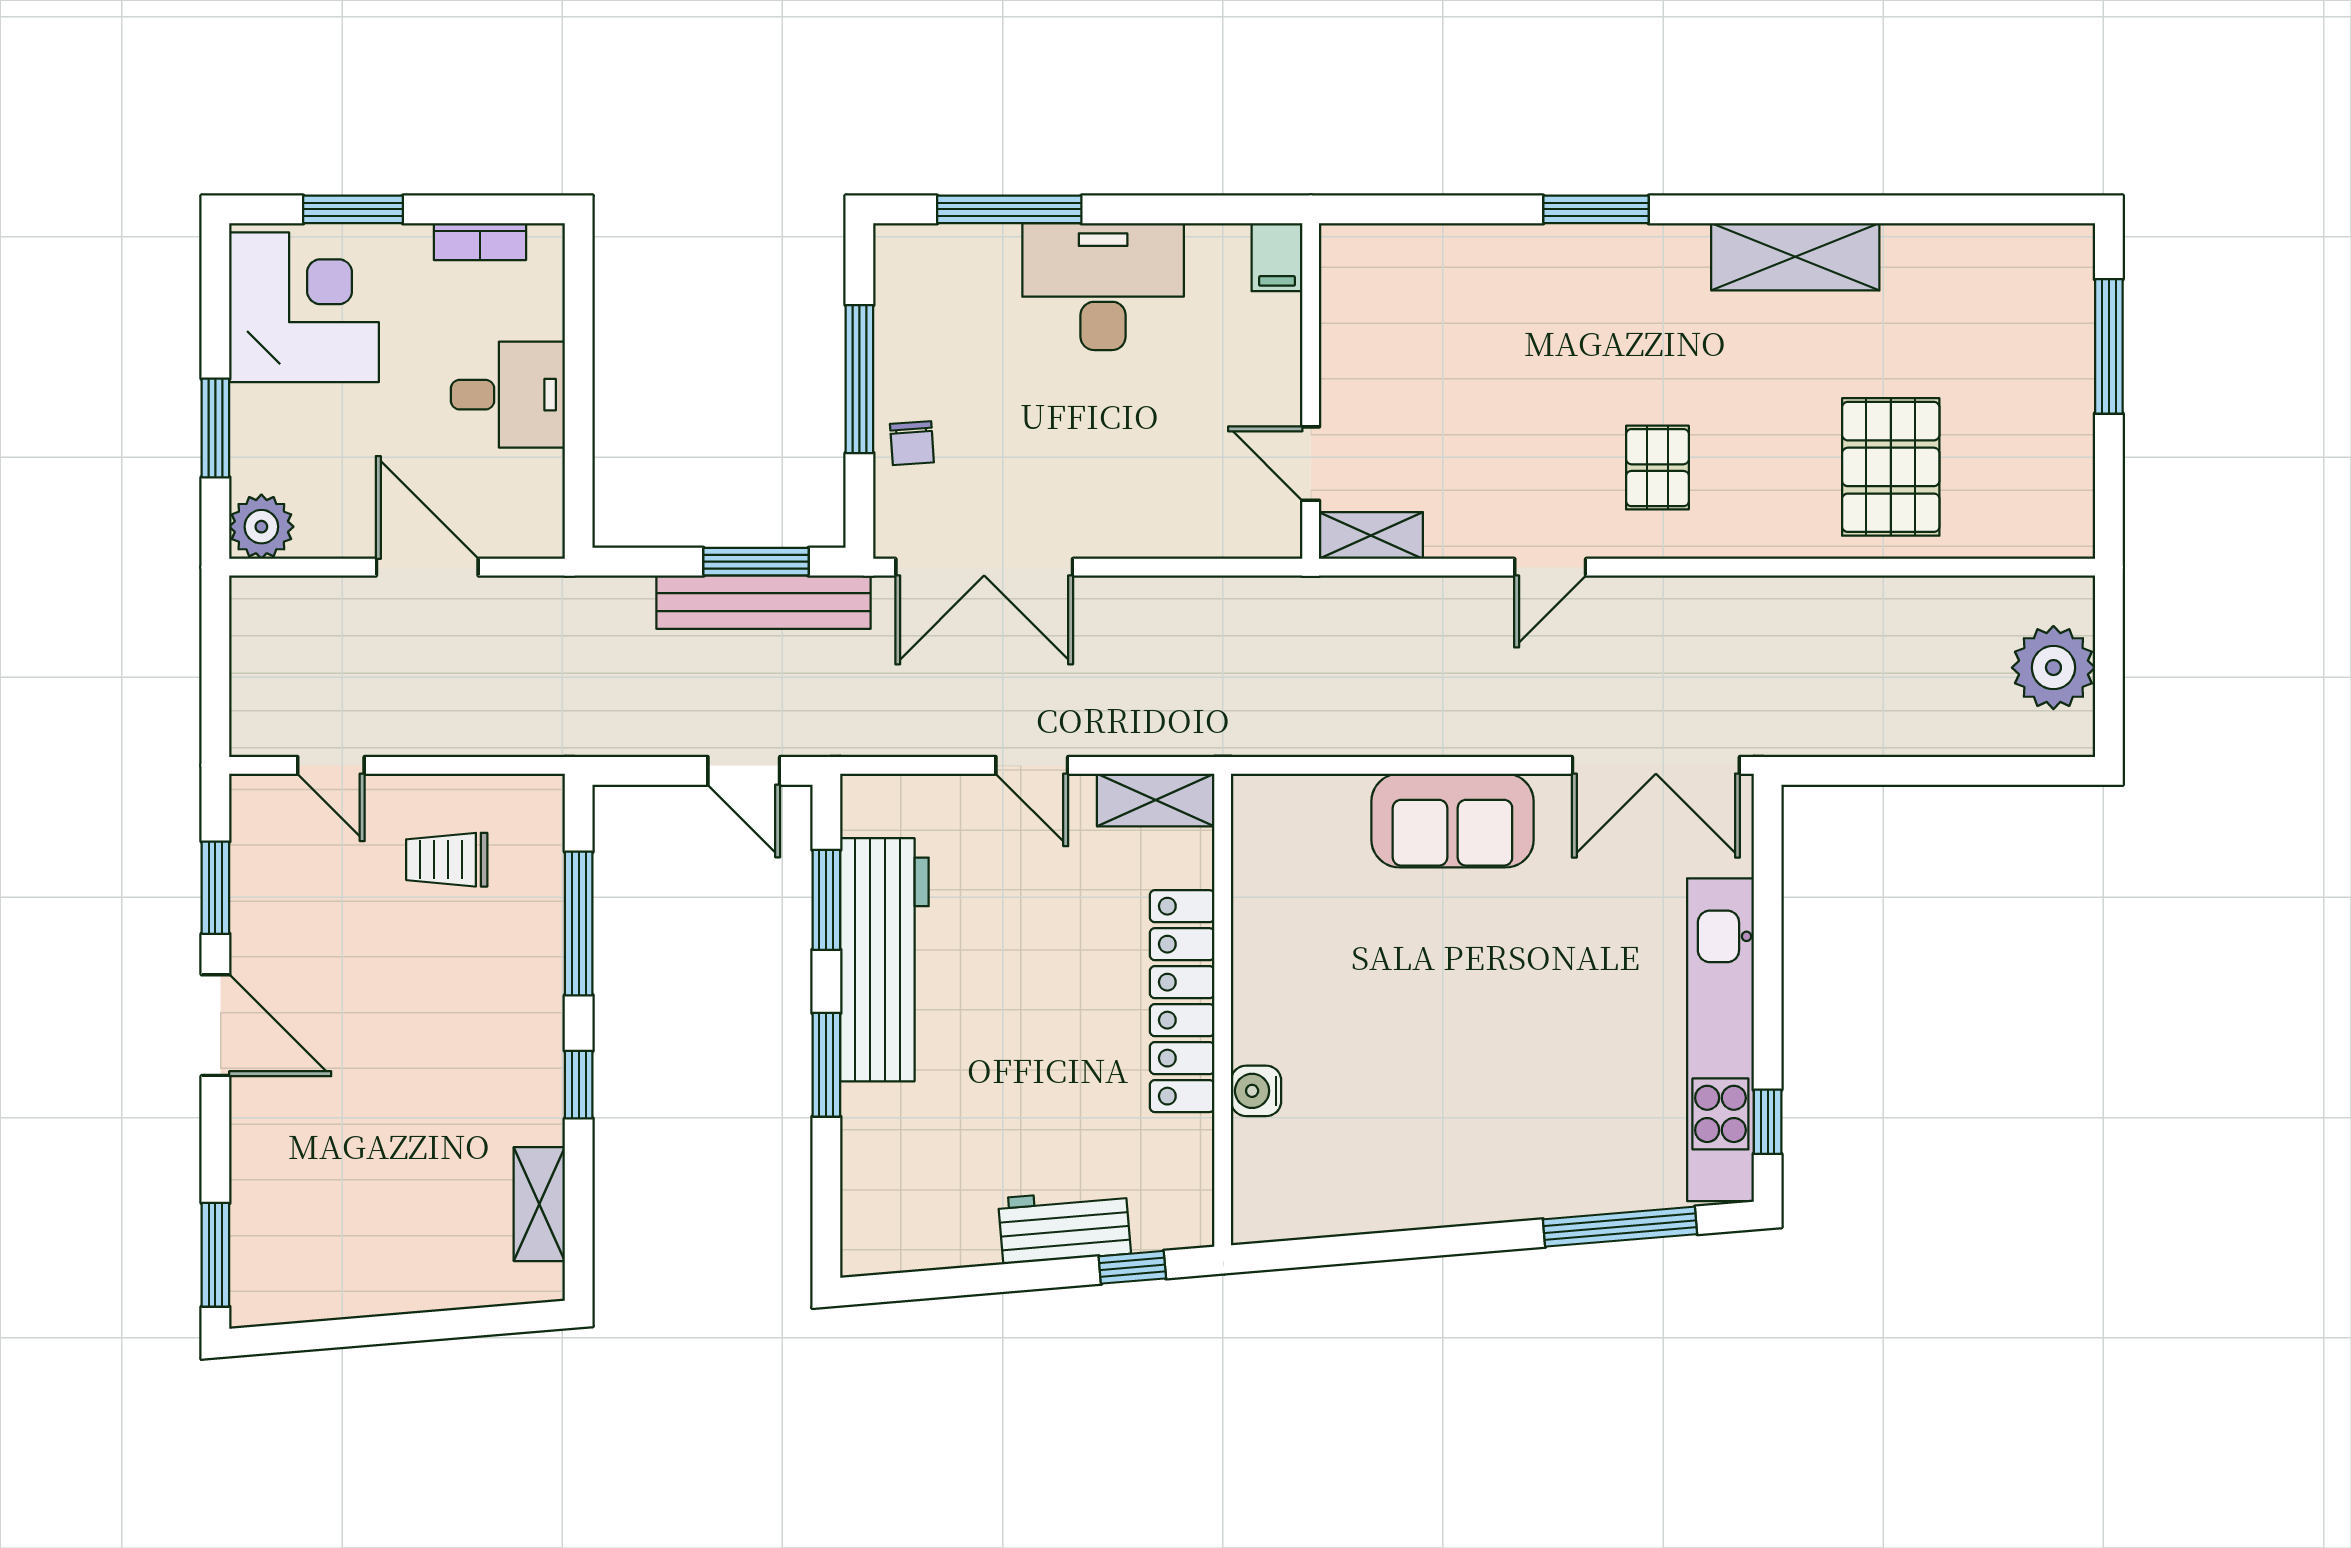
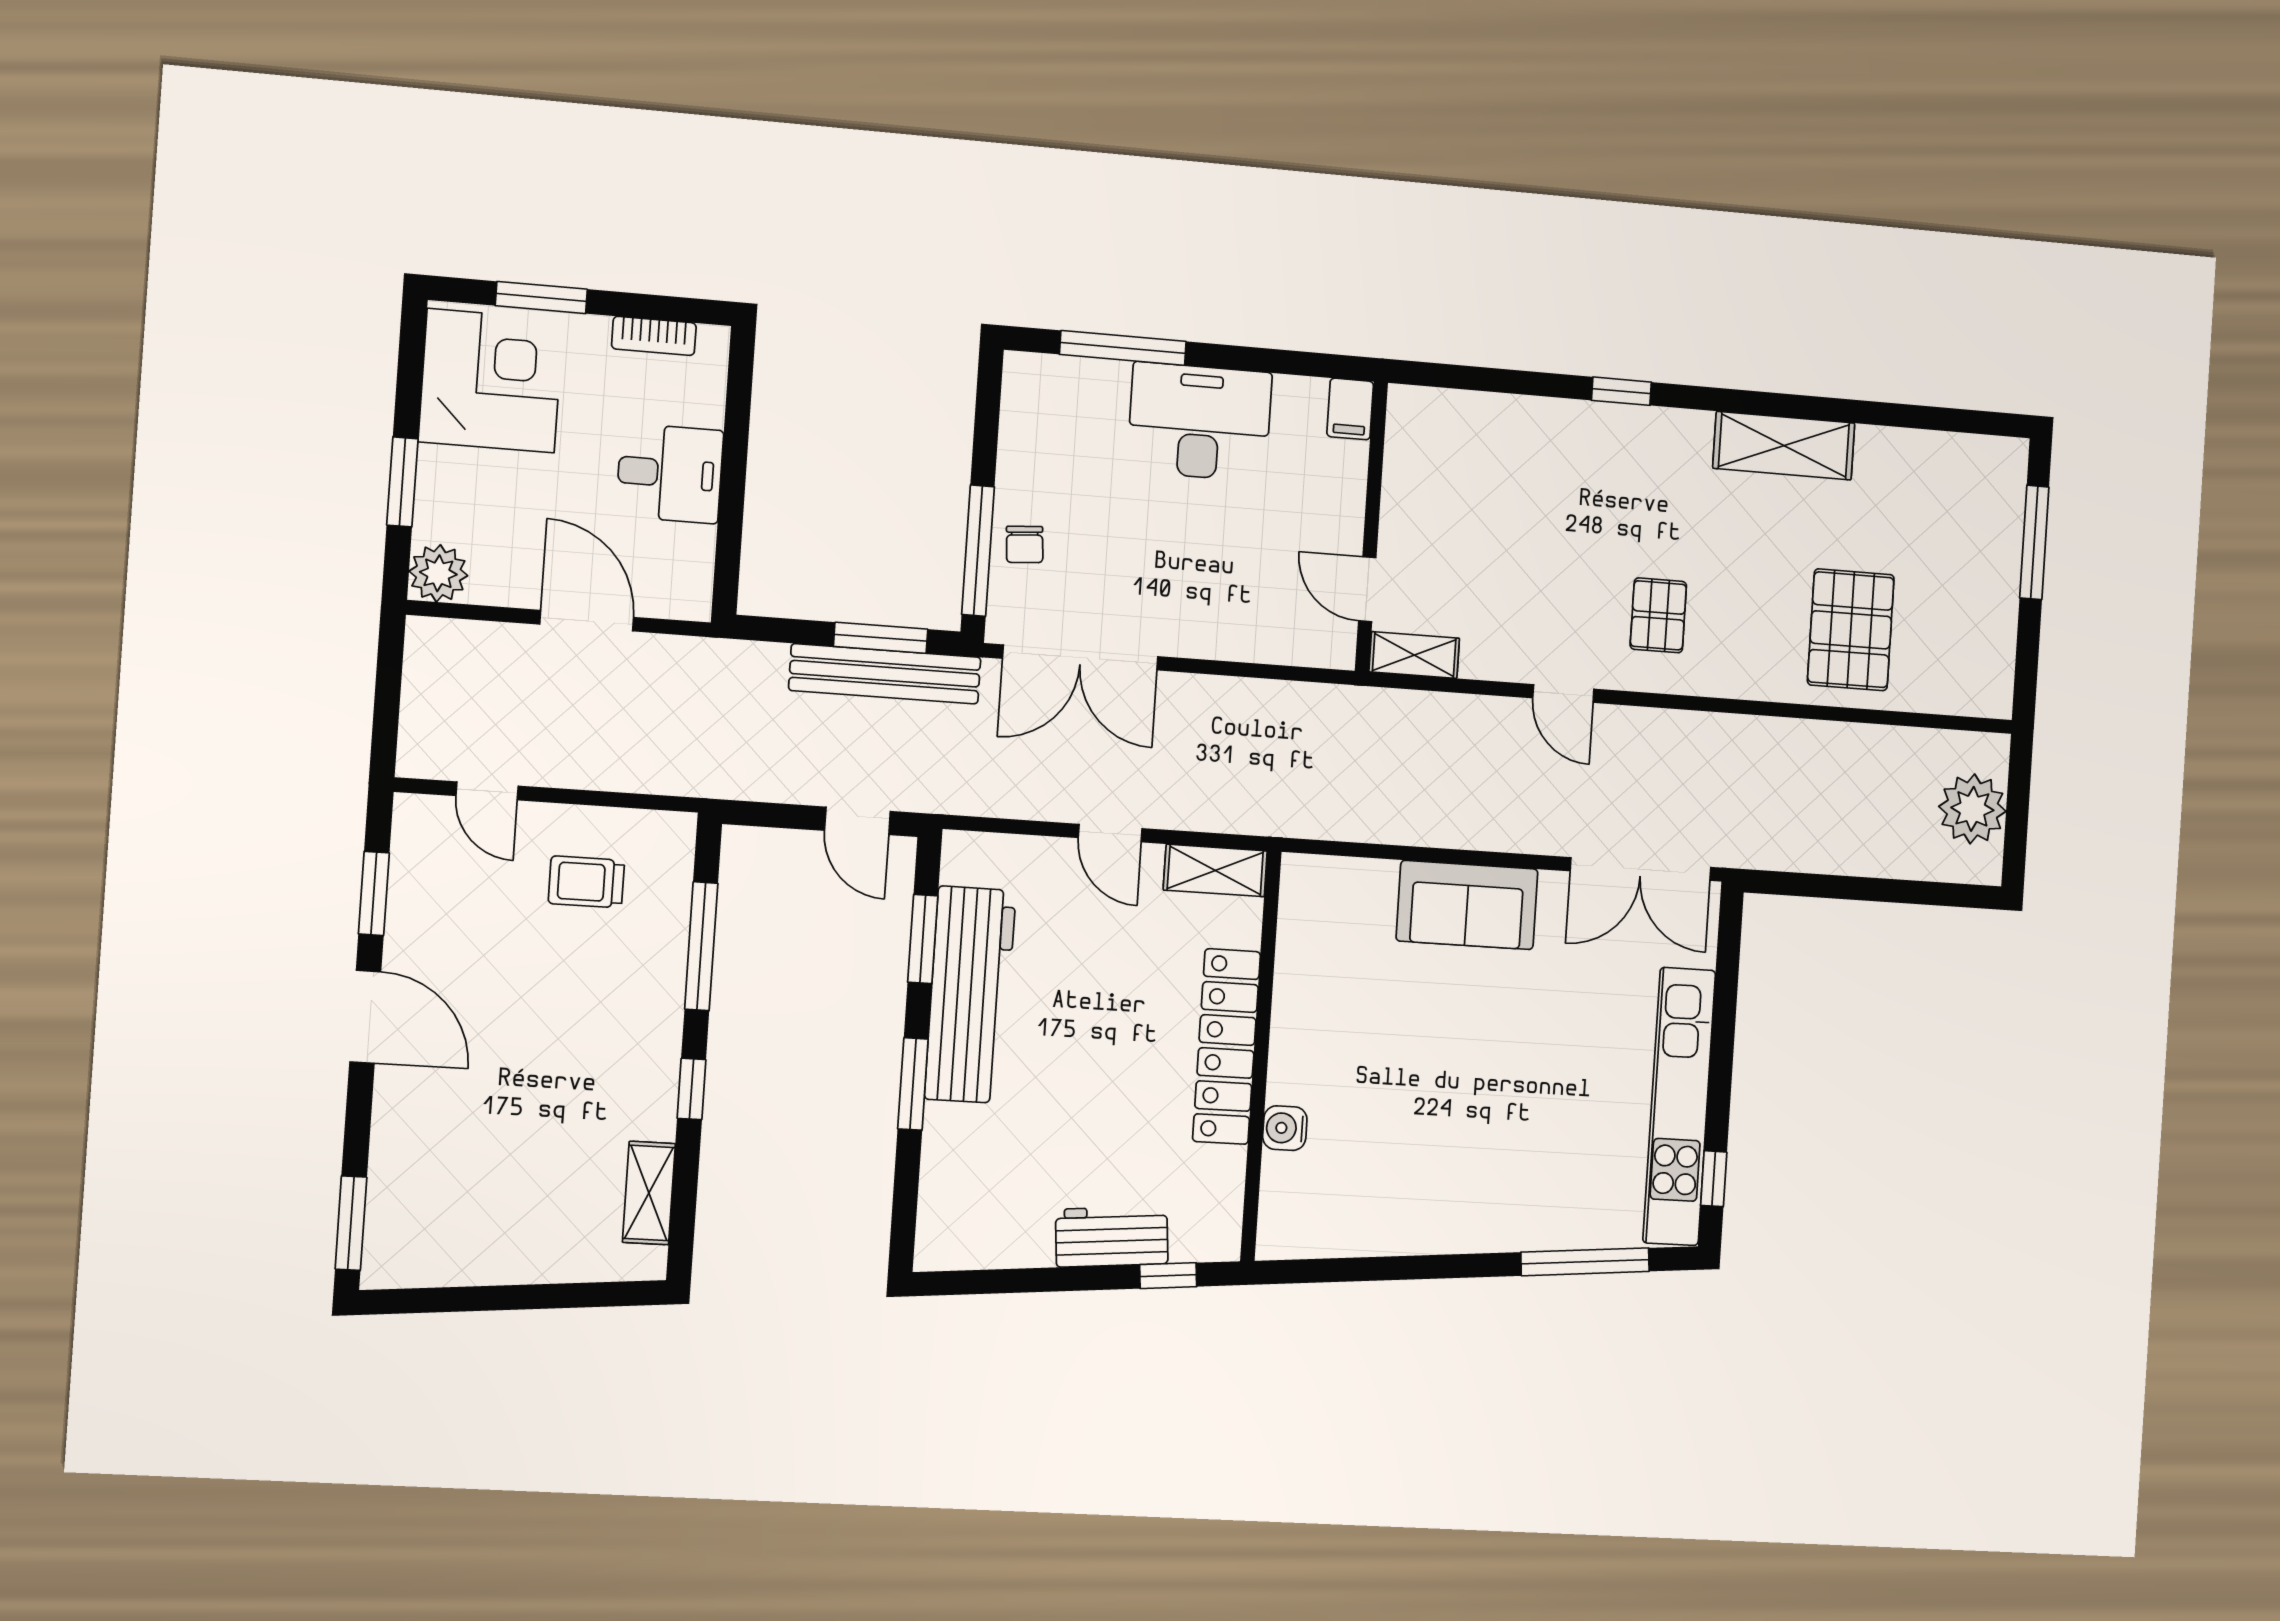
window: (1596, 209) -> (1621, 391), width x0.67
window: (859, 379) -> (978, 551), moved
door: (1550, 567) -> (1563, 694), hinge flipped

